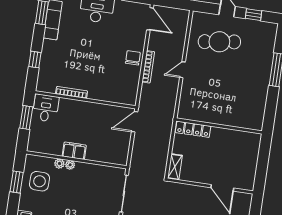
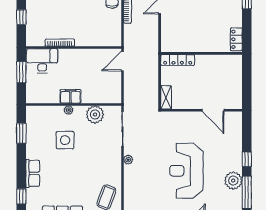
desk: (46, 108) -> (42, 61), width x1.37
locker: (258, 117) -> (236, 39), added
plant: (59, 164) -> (95, 114), moved, width x1.88, depth x1.88
side table: (39, 181) -> (65, 140), moved

